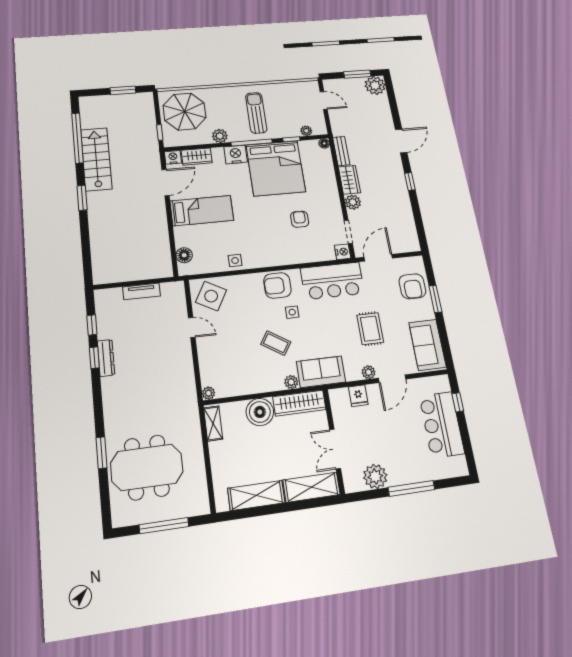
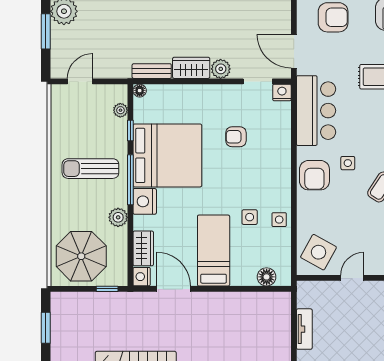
side table: (234, 236) -> (250, 217), added

